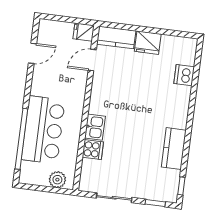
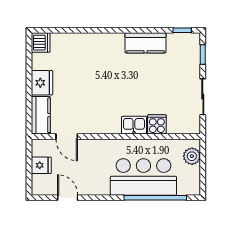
fridge: (84, 32) -> (41, 165), moved, turned -90
dishwasher: (184, 75) -> (41, 43), moved, turned -90

